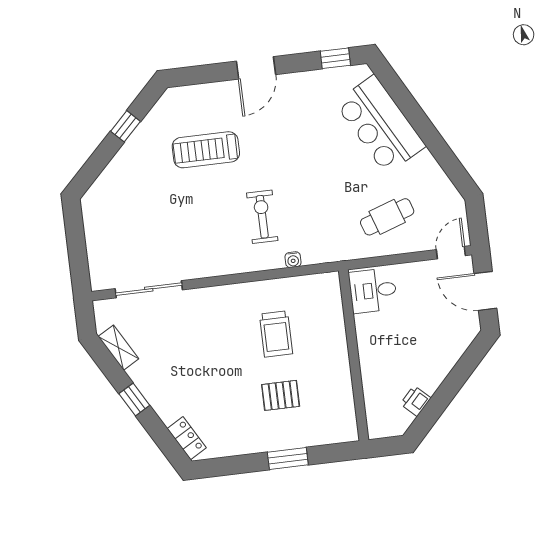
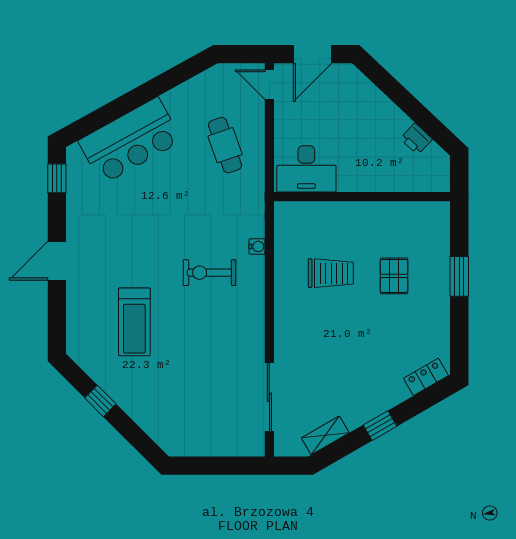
door: (256, 68) -> (57, 261), swing flipped
desk: (373, 291) -> (306, 169), width x1.37

